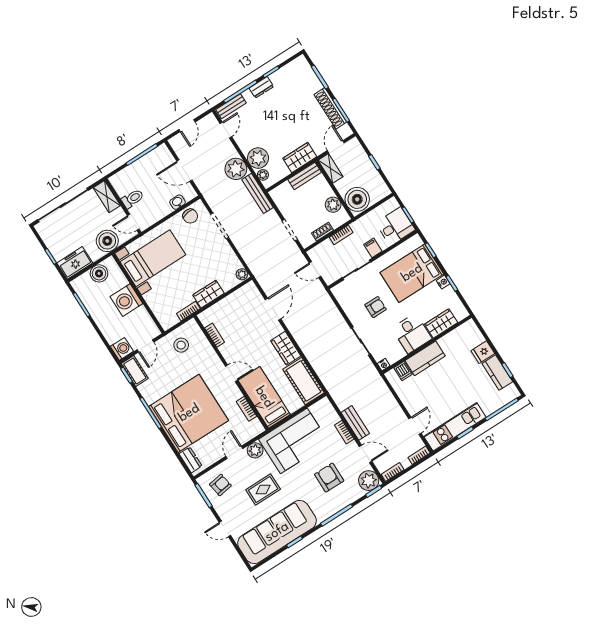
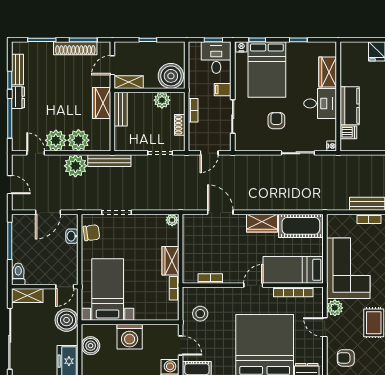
bench: (231, 106) -> (17, 69), moved
door: (336, 147) -> (112, 65), hinge flipped
plant: (263, 175) -> (56, 140), moved, width x1.87, depth x1.87
toilet: (133, 199) -> (18, 274), moved
nightstand: (443, 282) -> (241, 47), moved
bookcase: (246, 409) -> (293, 292), width x1.56
armchair: (220, 485) -> (346, 358), turned -81

